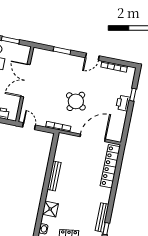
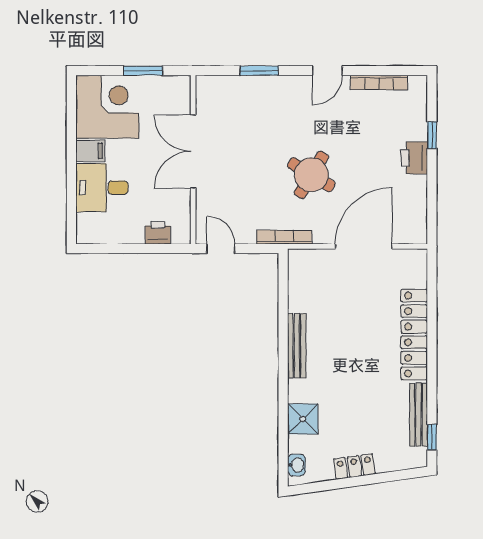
locker: (110, 166) -> (414, 335), moved

